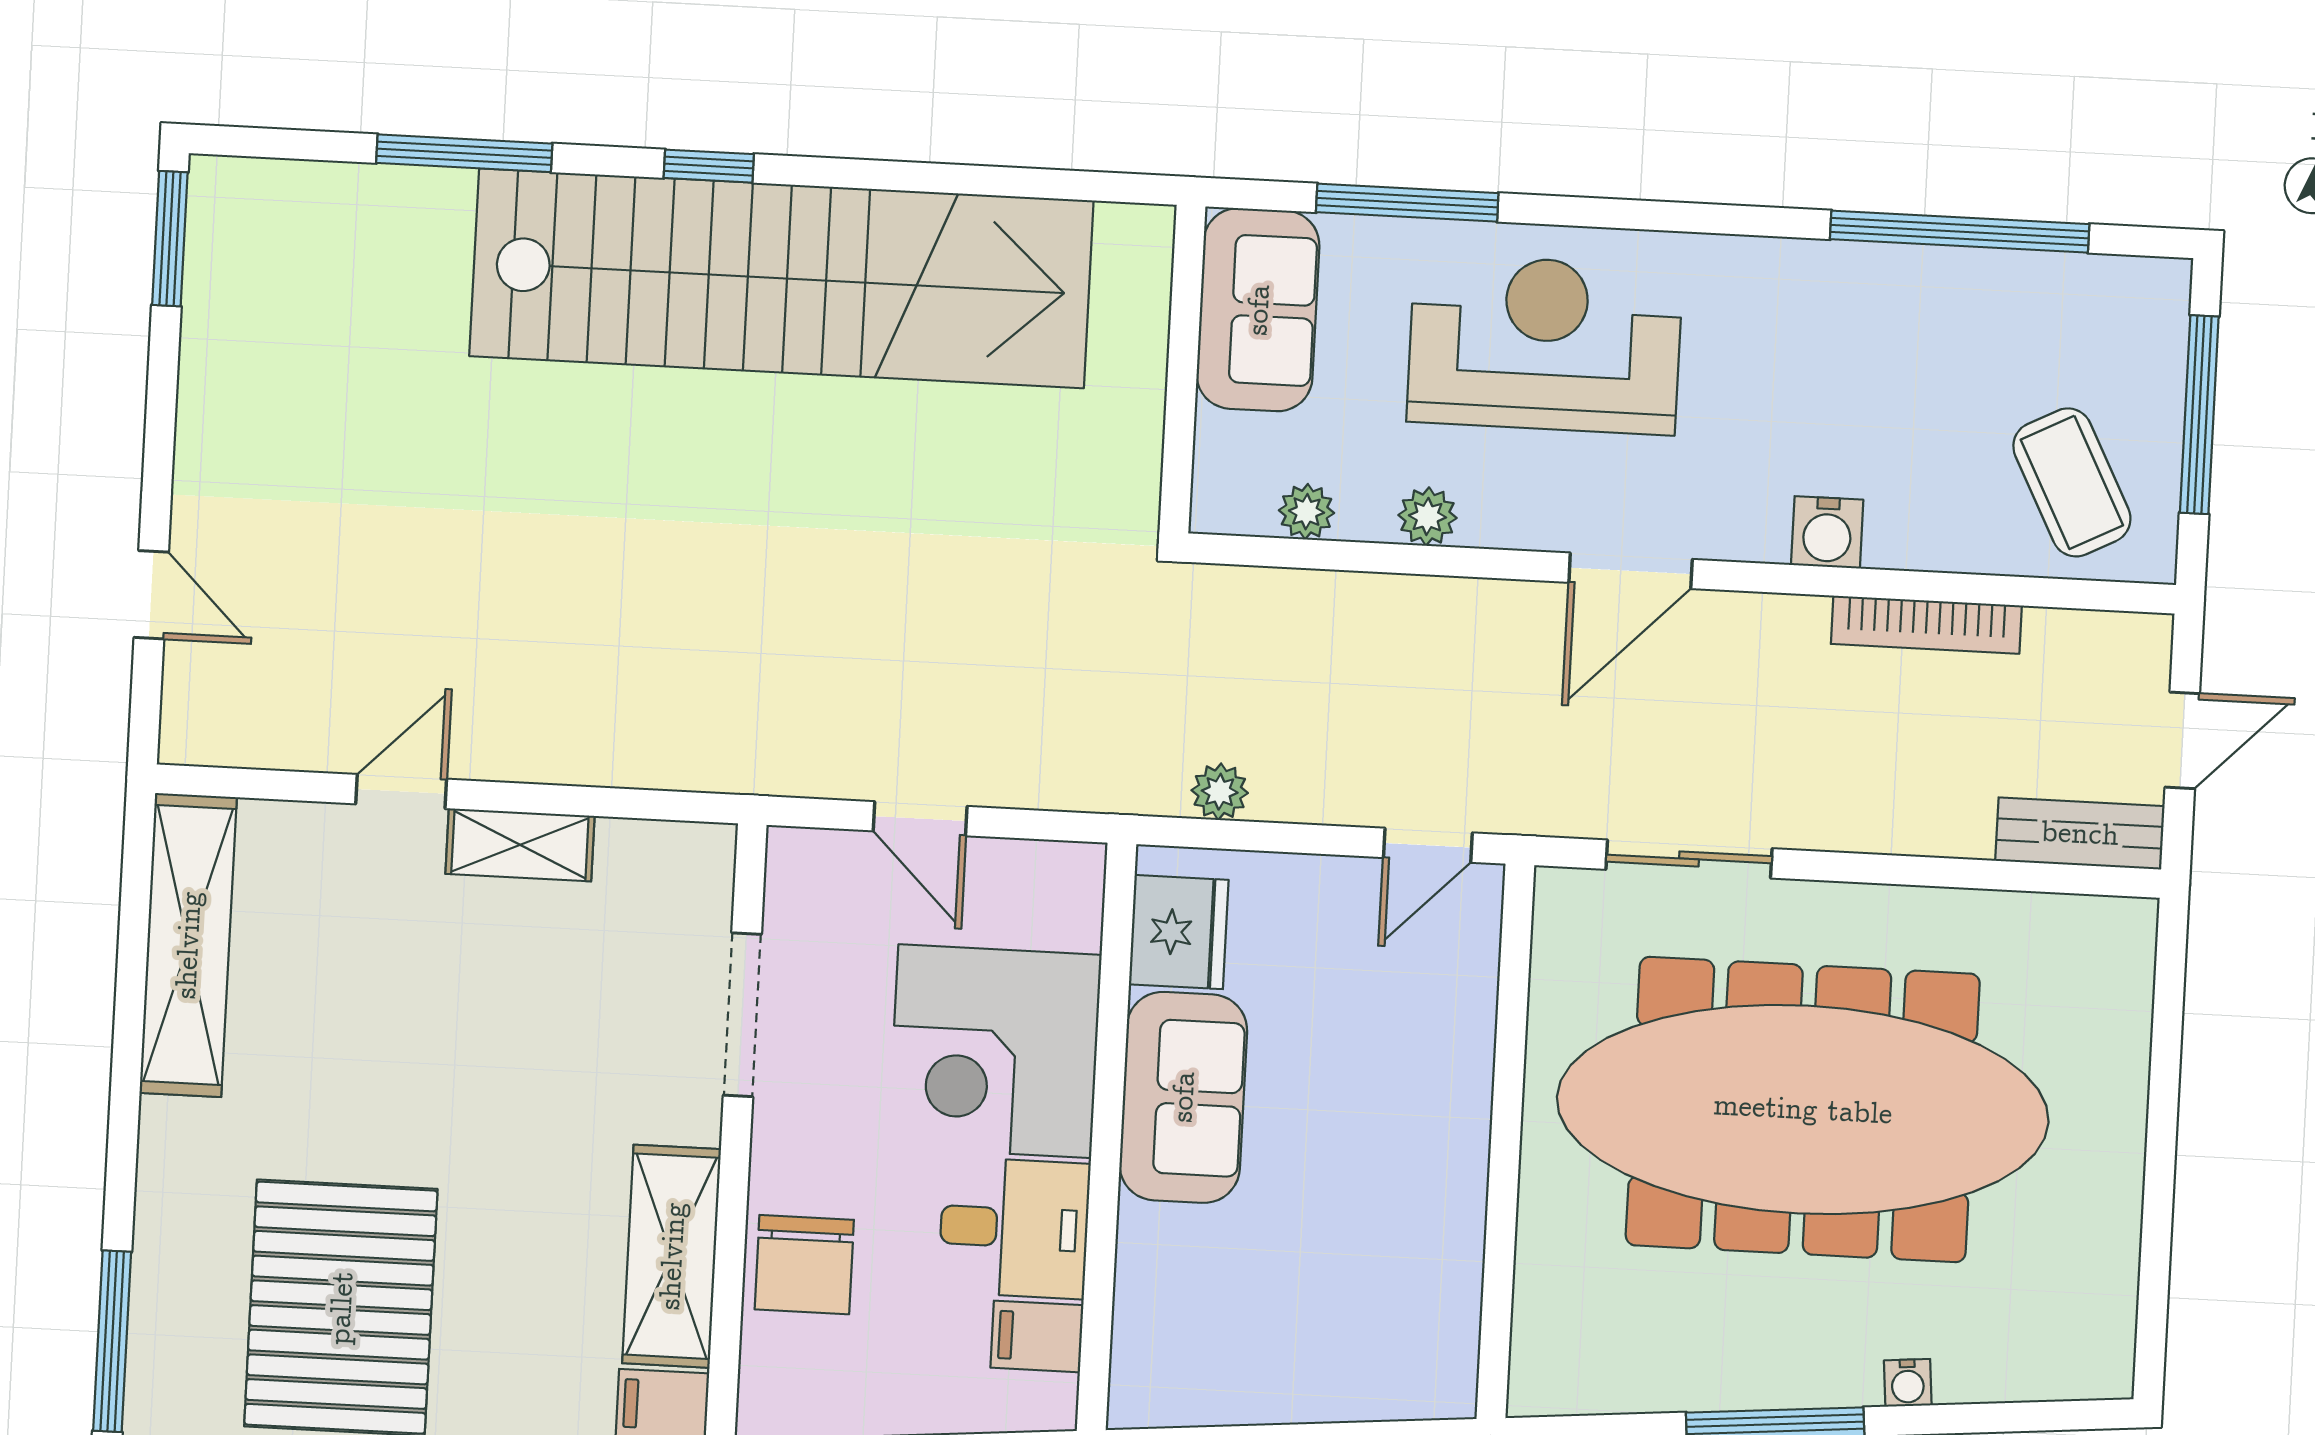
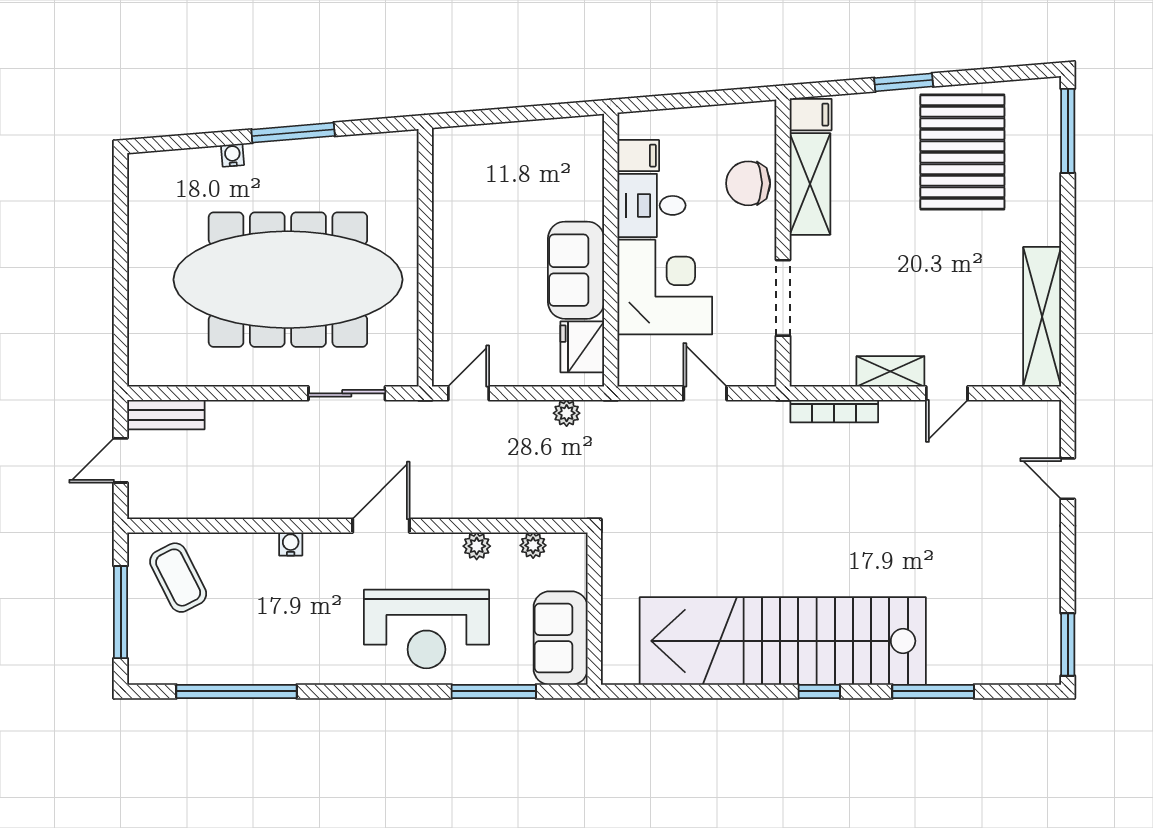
water cooler: (1827, 532) -> (291, 544), width x0.72, depth x0.72
bookcase: (1926, 625) -> (834, 411), moved, turned 180
chair: (804, 1265) -> (748, 183), turned -90

